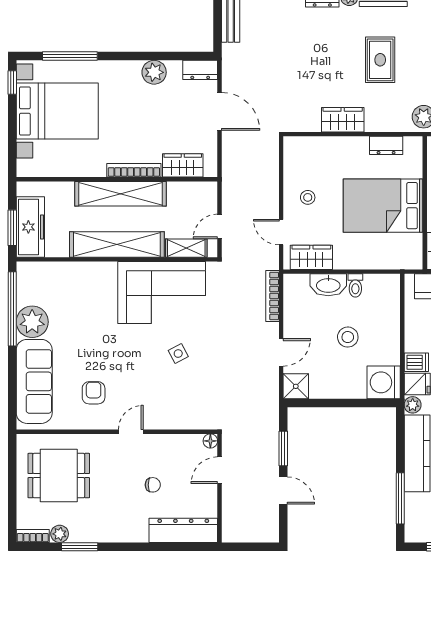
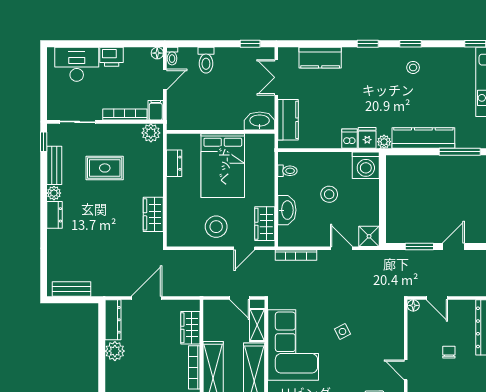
dresser: (200, 70) -> (113, 320), width x1.44
wardrobe: (343, 120) -> (153, 214), moved
stool: (308, 197) -> (216, 227), width x1.89, depth x1.89
toilet: (355, 285) -> (287, 171), moved

